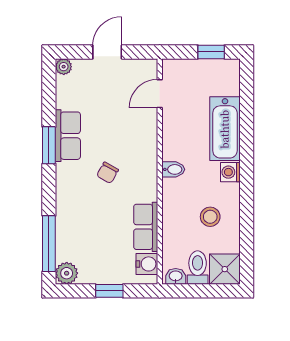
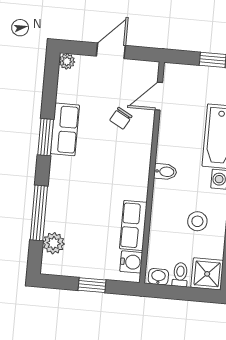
chair: (108, 173) -> (121, 118), moved
window: (49, 244) -> (39, 213), moved
toilet: (198, 268) -> (180, 275), width x0.73, depth x0.72
plant: (67, 273) -> (54, 243), moved

